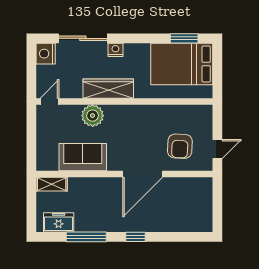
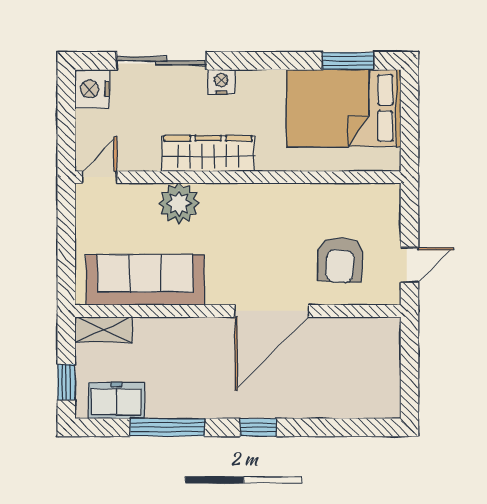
sofa: (83, 157) -> (145, 280), width x1.36
window: (31, 213) -> (66, 382), added

